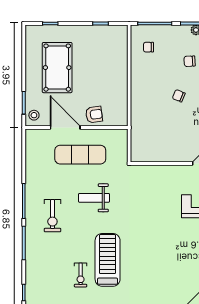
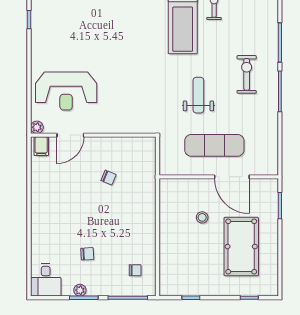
chair: (179, 96) -> (109, 178), moved
stool: (34, 115) -> (202, 217), moved
armchair: (94, 115) -> (198, 192), removed
weight bench: (94, 198) -> (198, 95), turned -90

